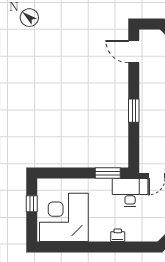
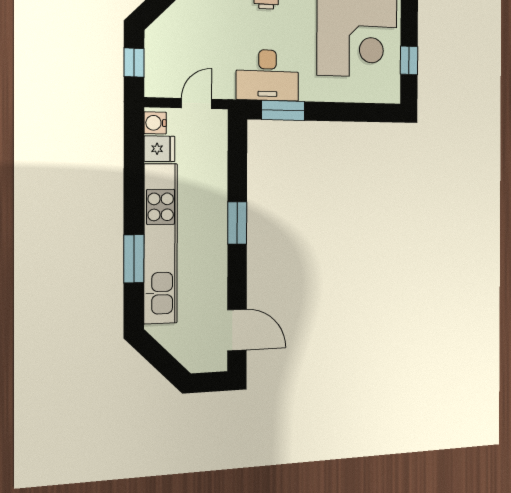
desk: (130, 192) -> (268, 75), moved

